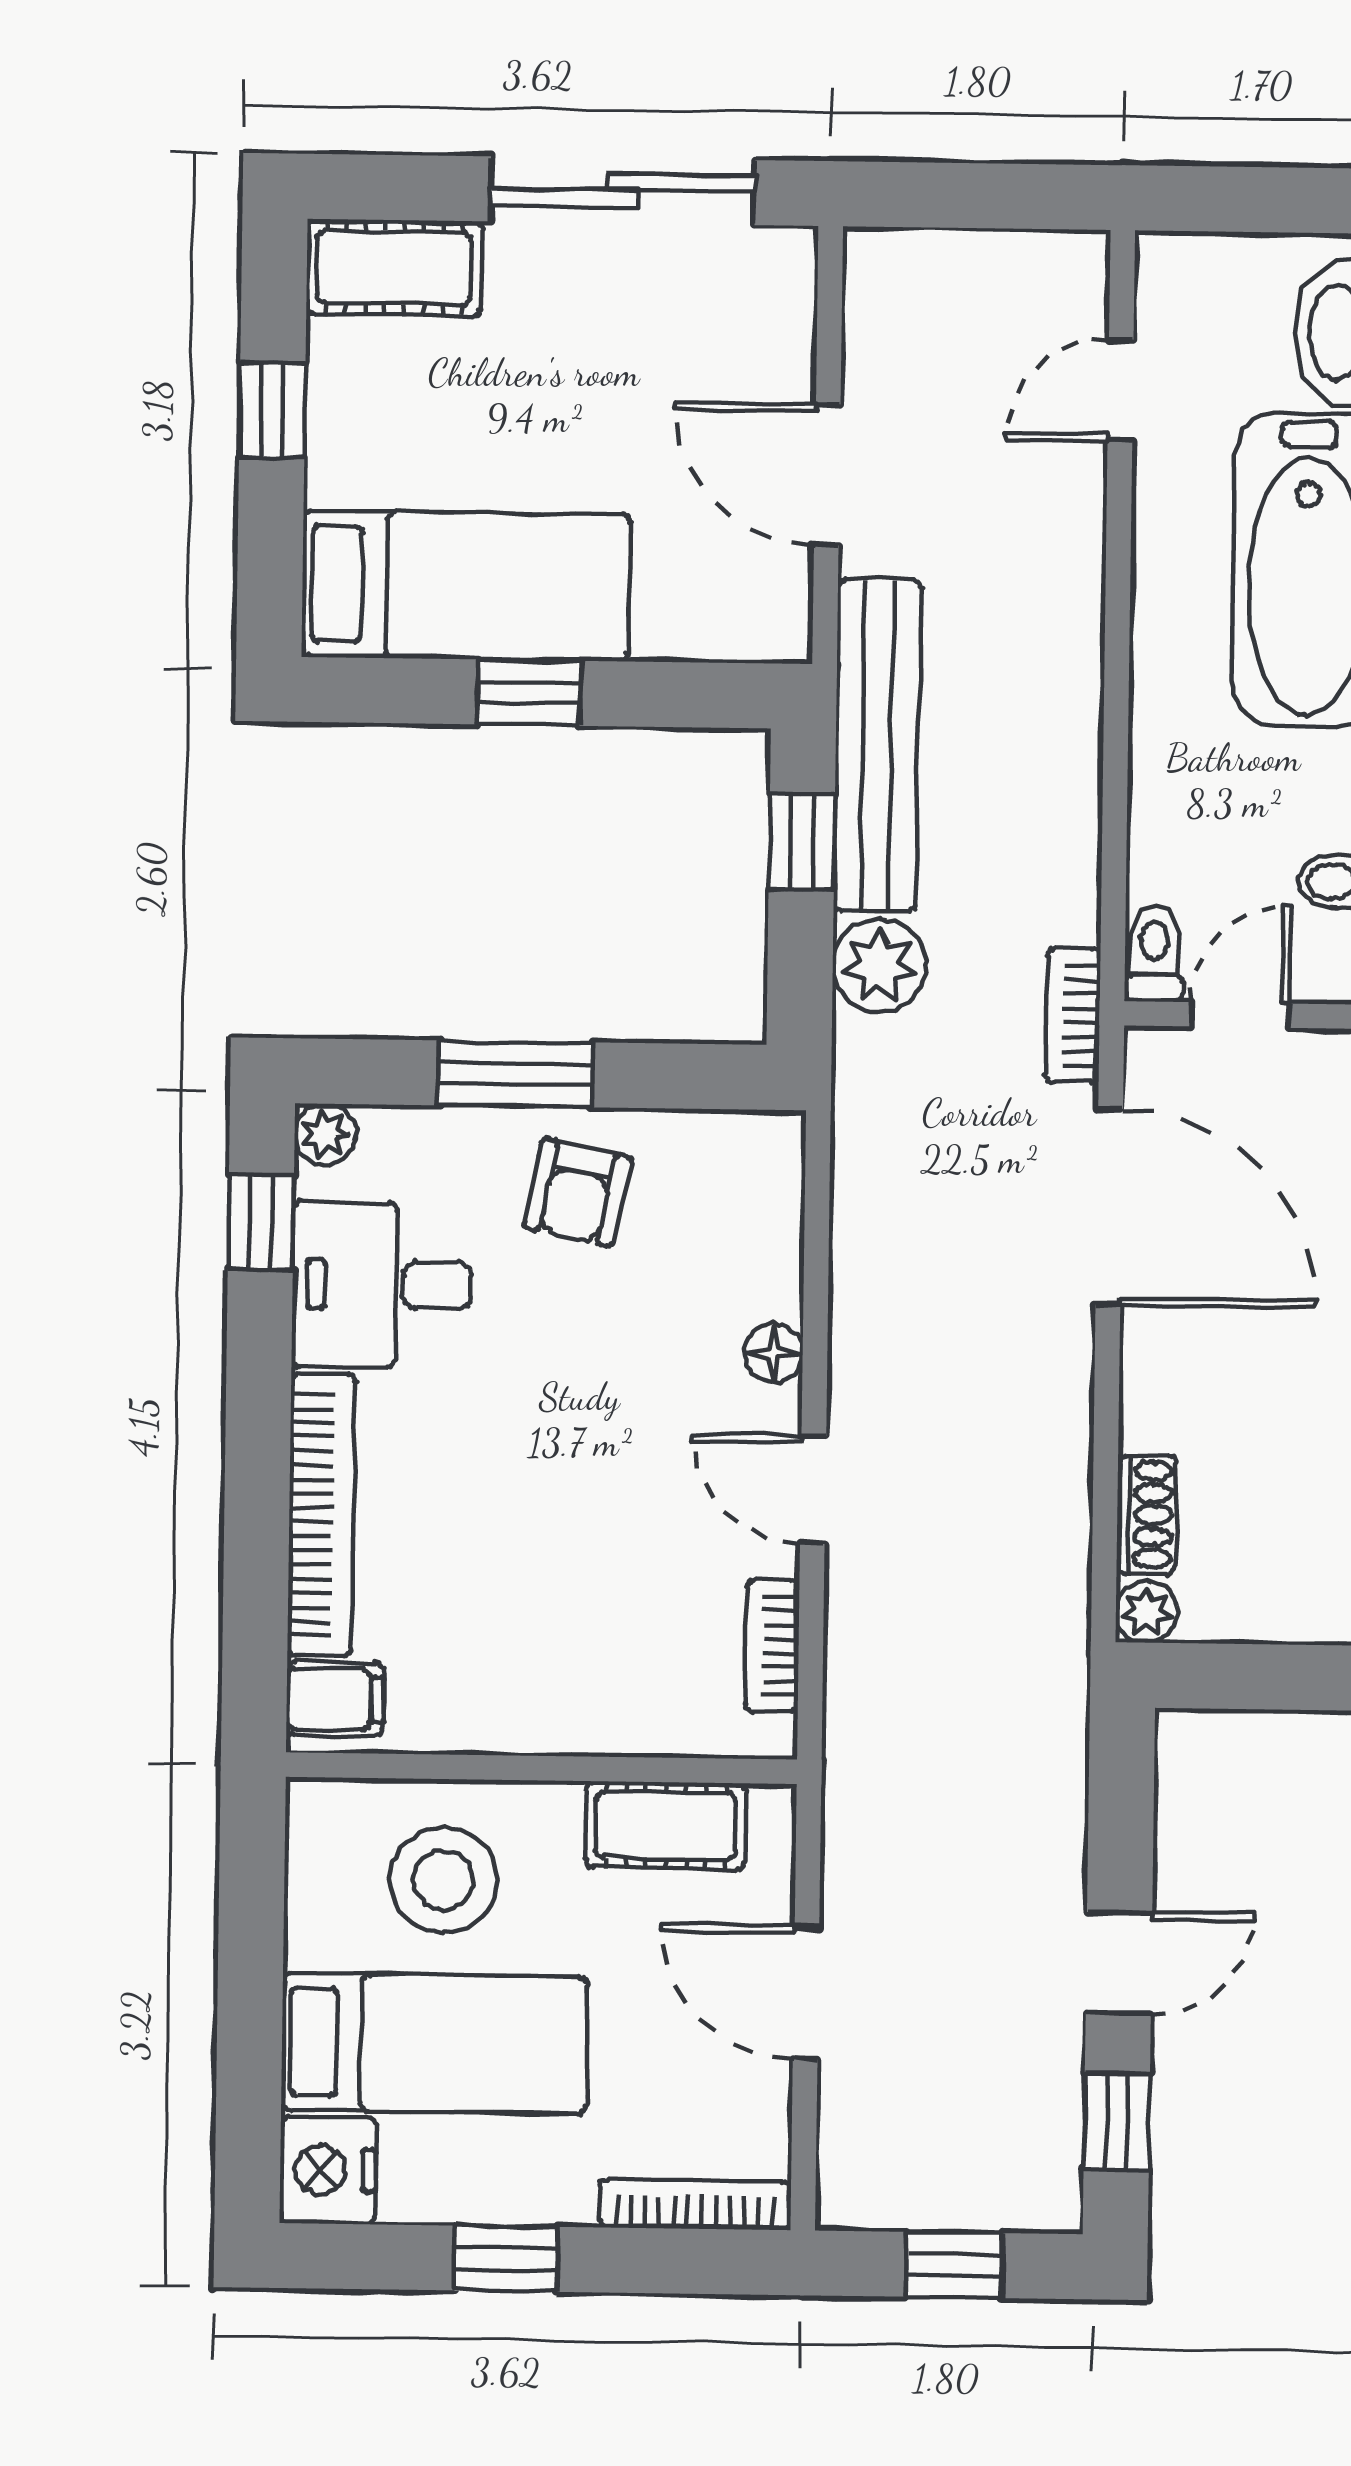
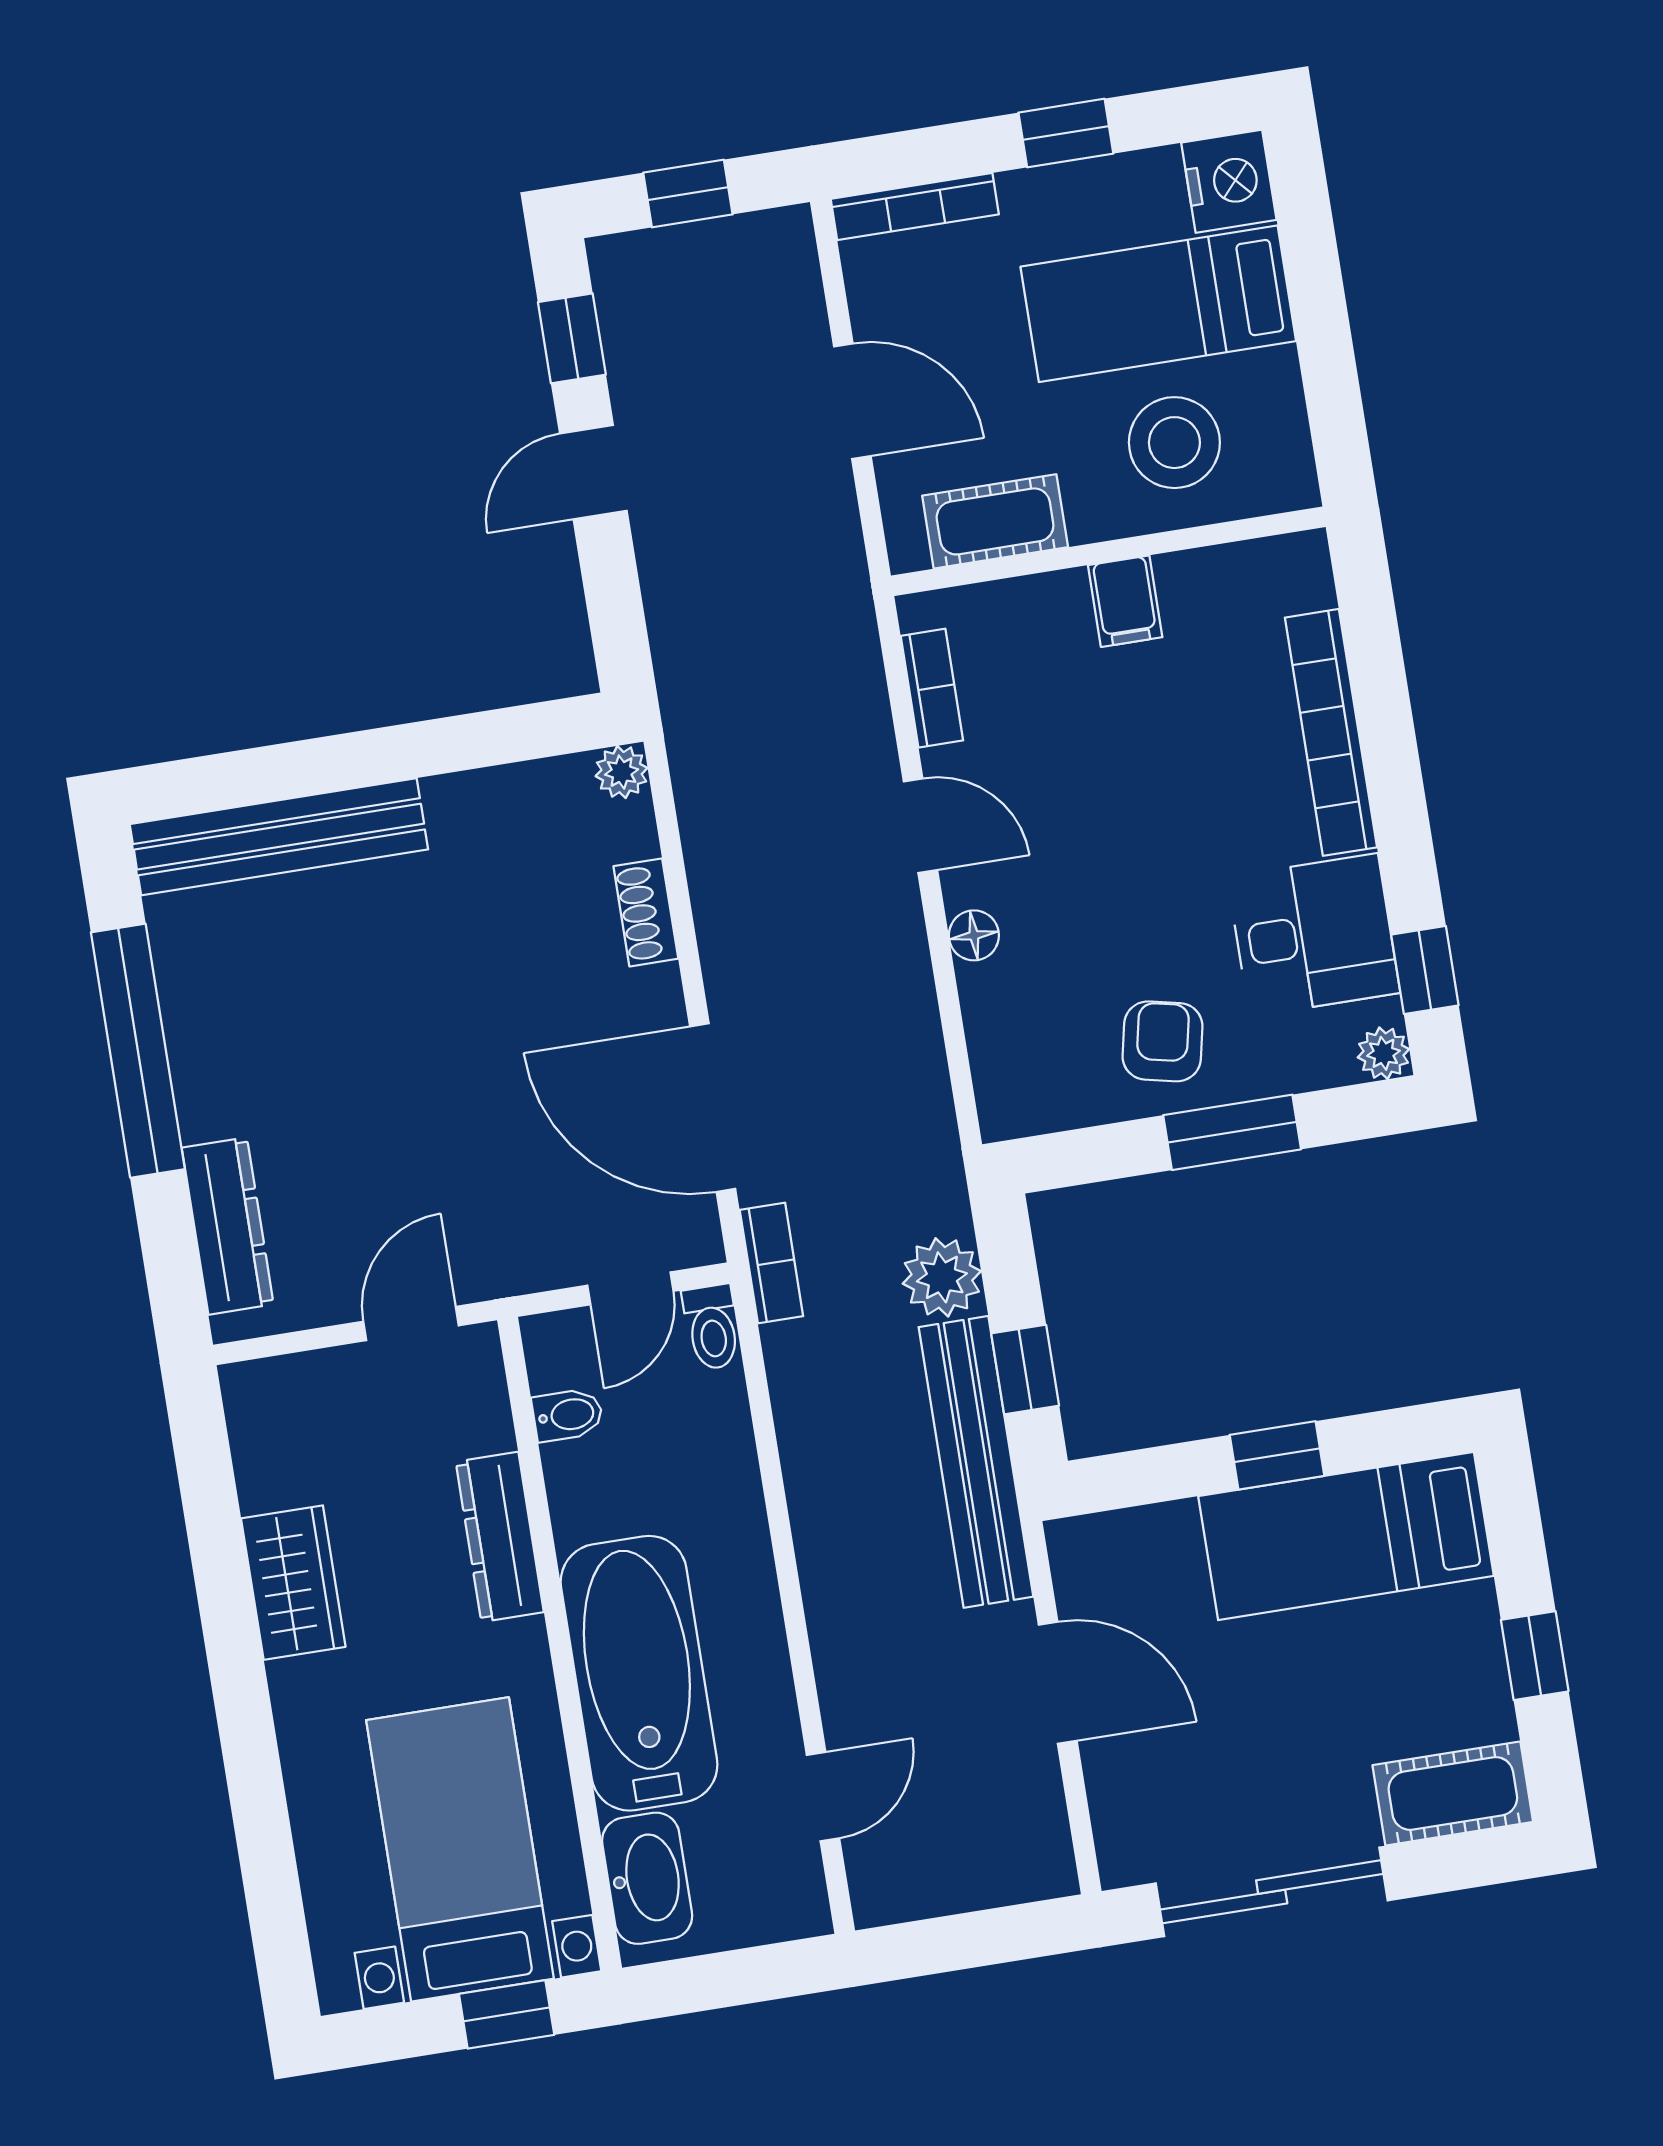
shoe rack: (1146, 1515) -> (646, 912), moved
filing cabinet: (335, 1699) -> (1125, 601), moved, turned -90

